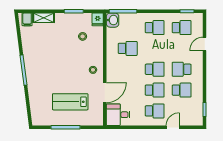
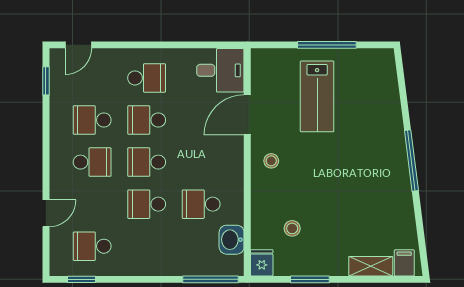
washbasin: (113, 20) -> (232, 240), moved
school desk: (155, 28) -> (147, 204), moved
lab bench: (70, 102) -> (317, 96), turned 90
school desk: (155, 111) -> (147, 78), turned 180
door: (173, 127) -> (78, 45), moved

